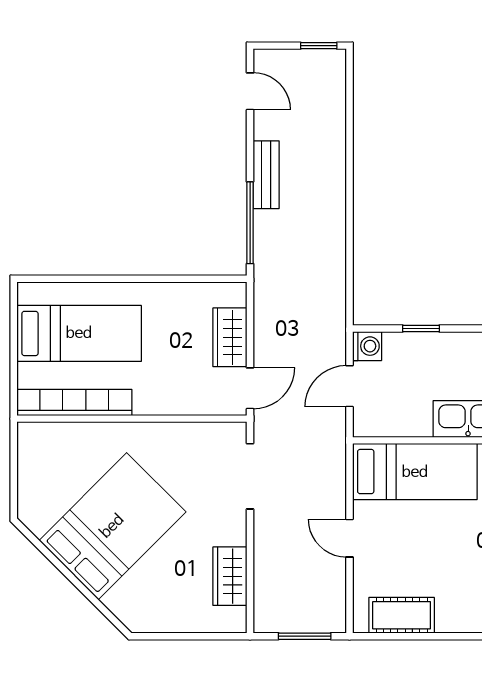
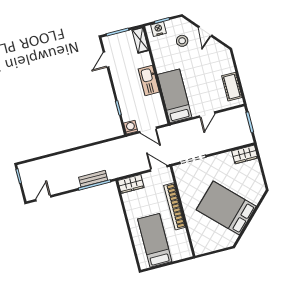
bench: (266, 175) -> (93, 179), moved
wardrobe: (230, 337) -> (131, 184), moved
bookcase: (74, 402) -> (175, 206), moved
wardrobe: (230, 576) -> (245, 154), moved

